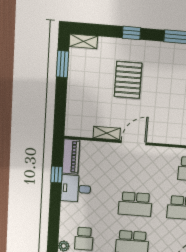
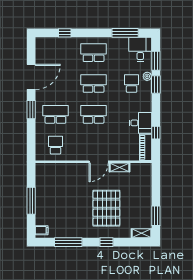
pallet: (128, 80) -> (106, 208), width x1.37, depth x1.41
window: (53, 235) -> (156, 85), added

